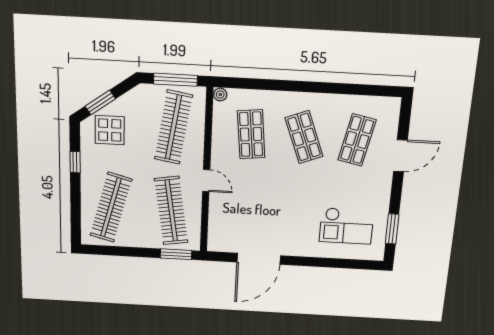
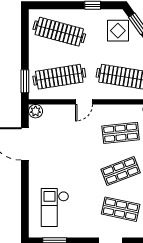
plant: (216, 243) -> (36, 111), added

